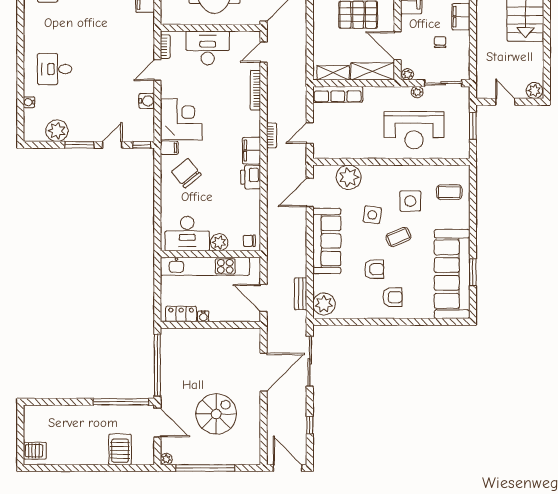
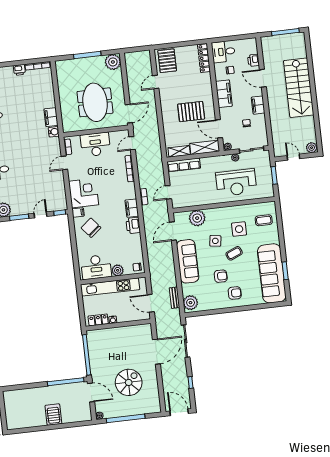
water cooler: (147, 101) -> (54, 132), moved
server rack: (120, 449) -> (53, 415), moved
server rack: (35, 451) -> (13, 420), removed

